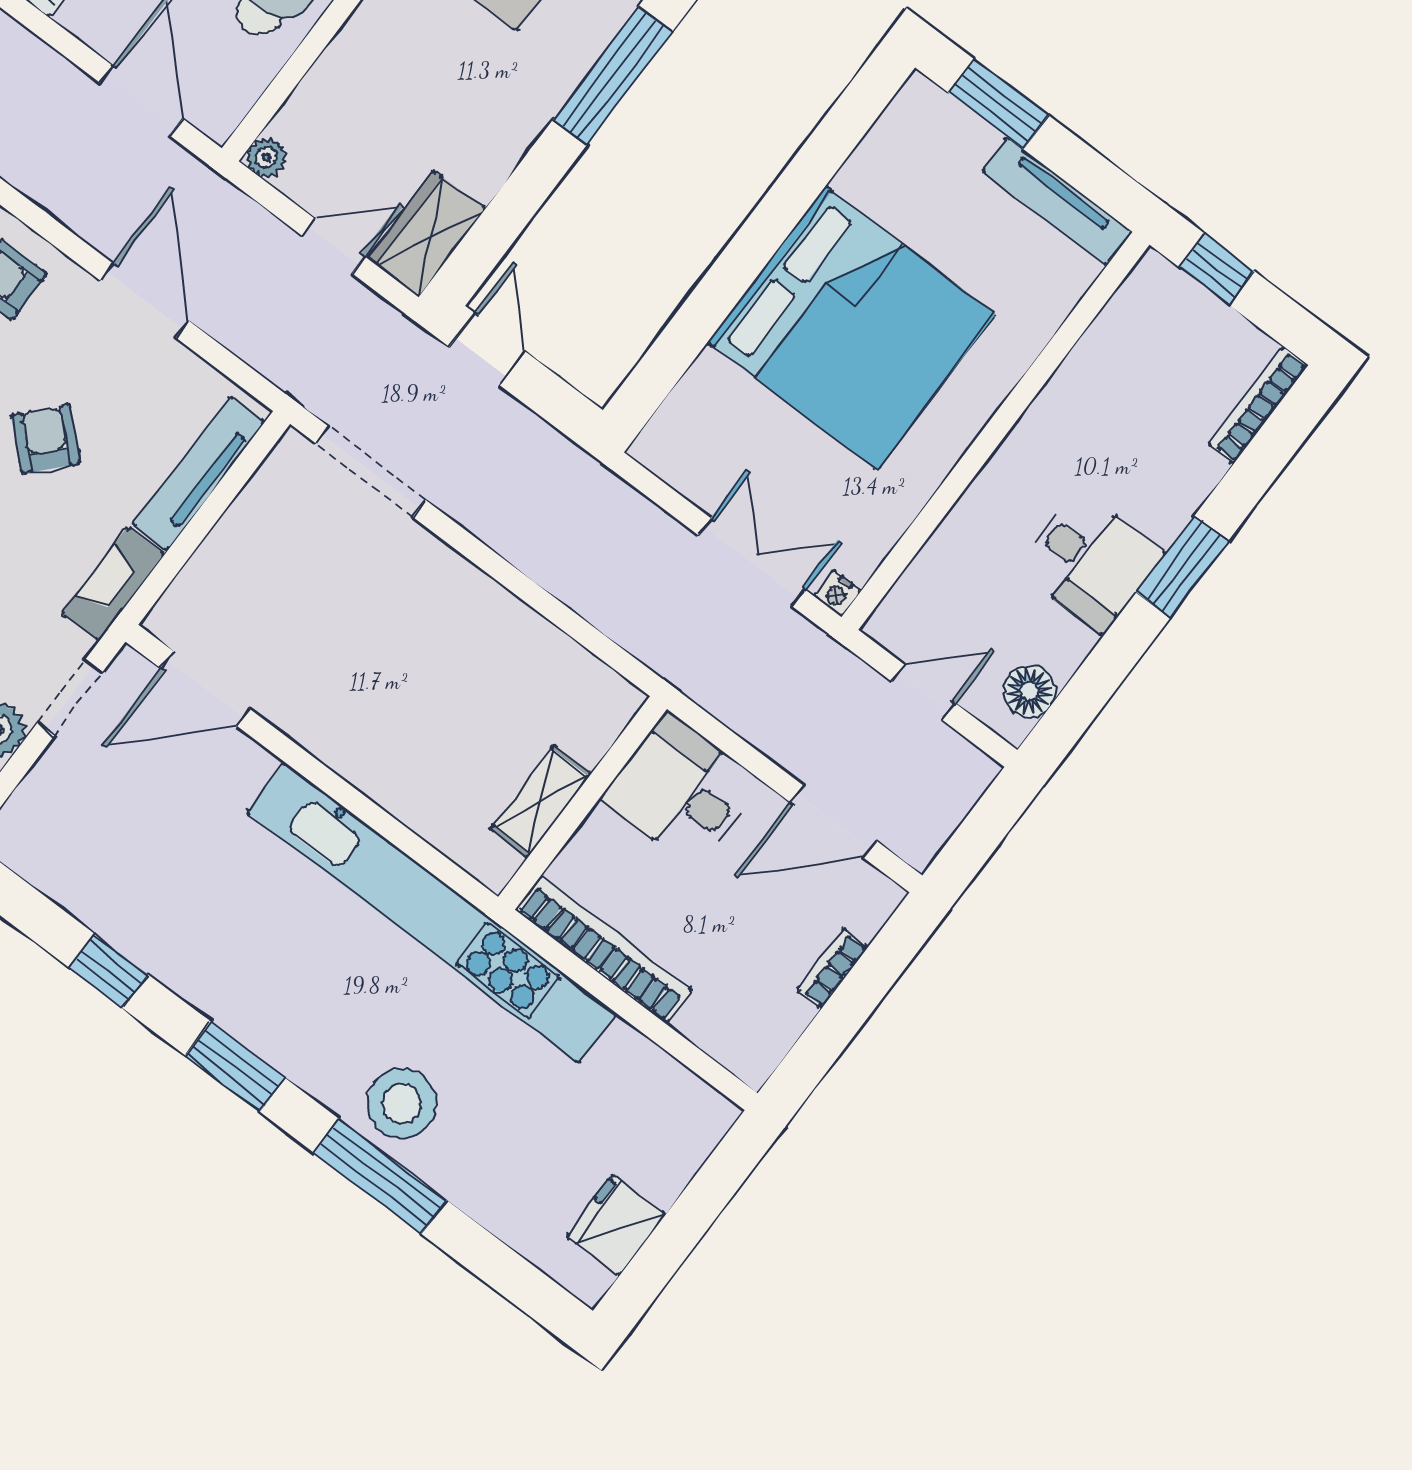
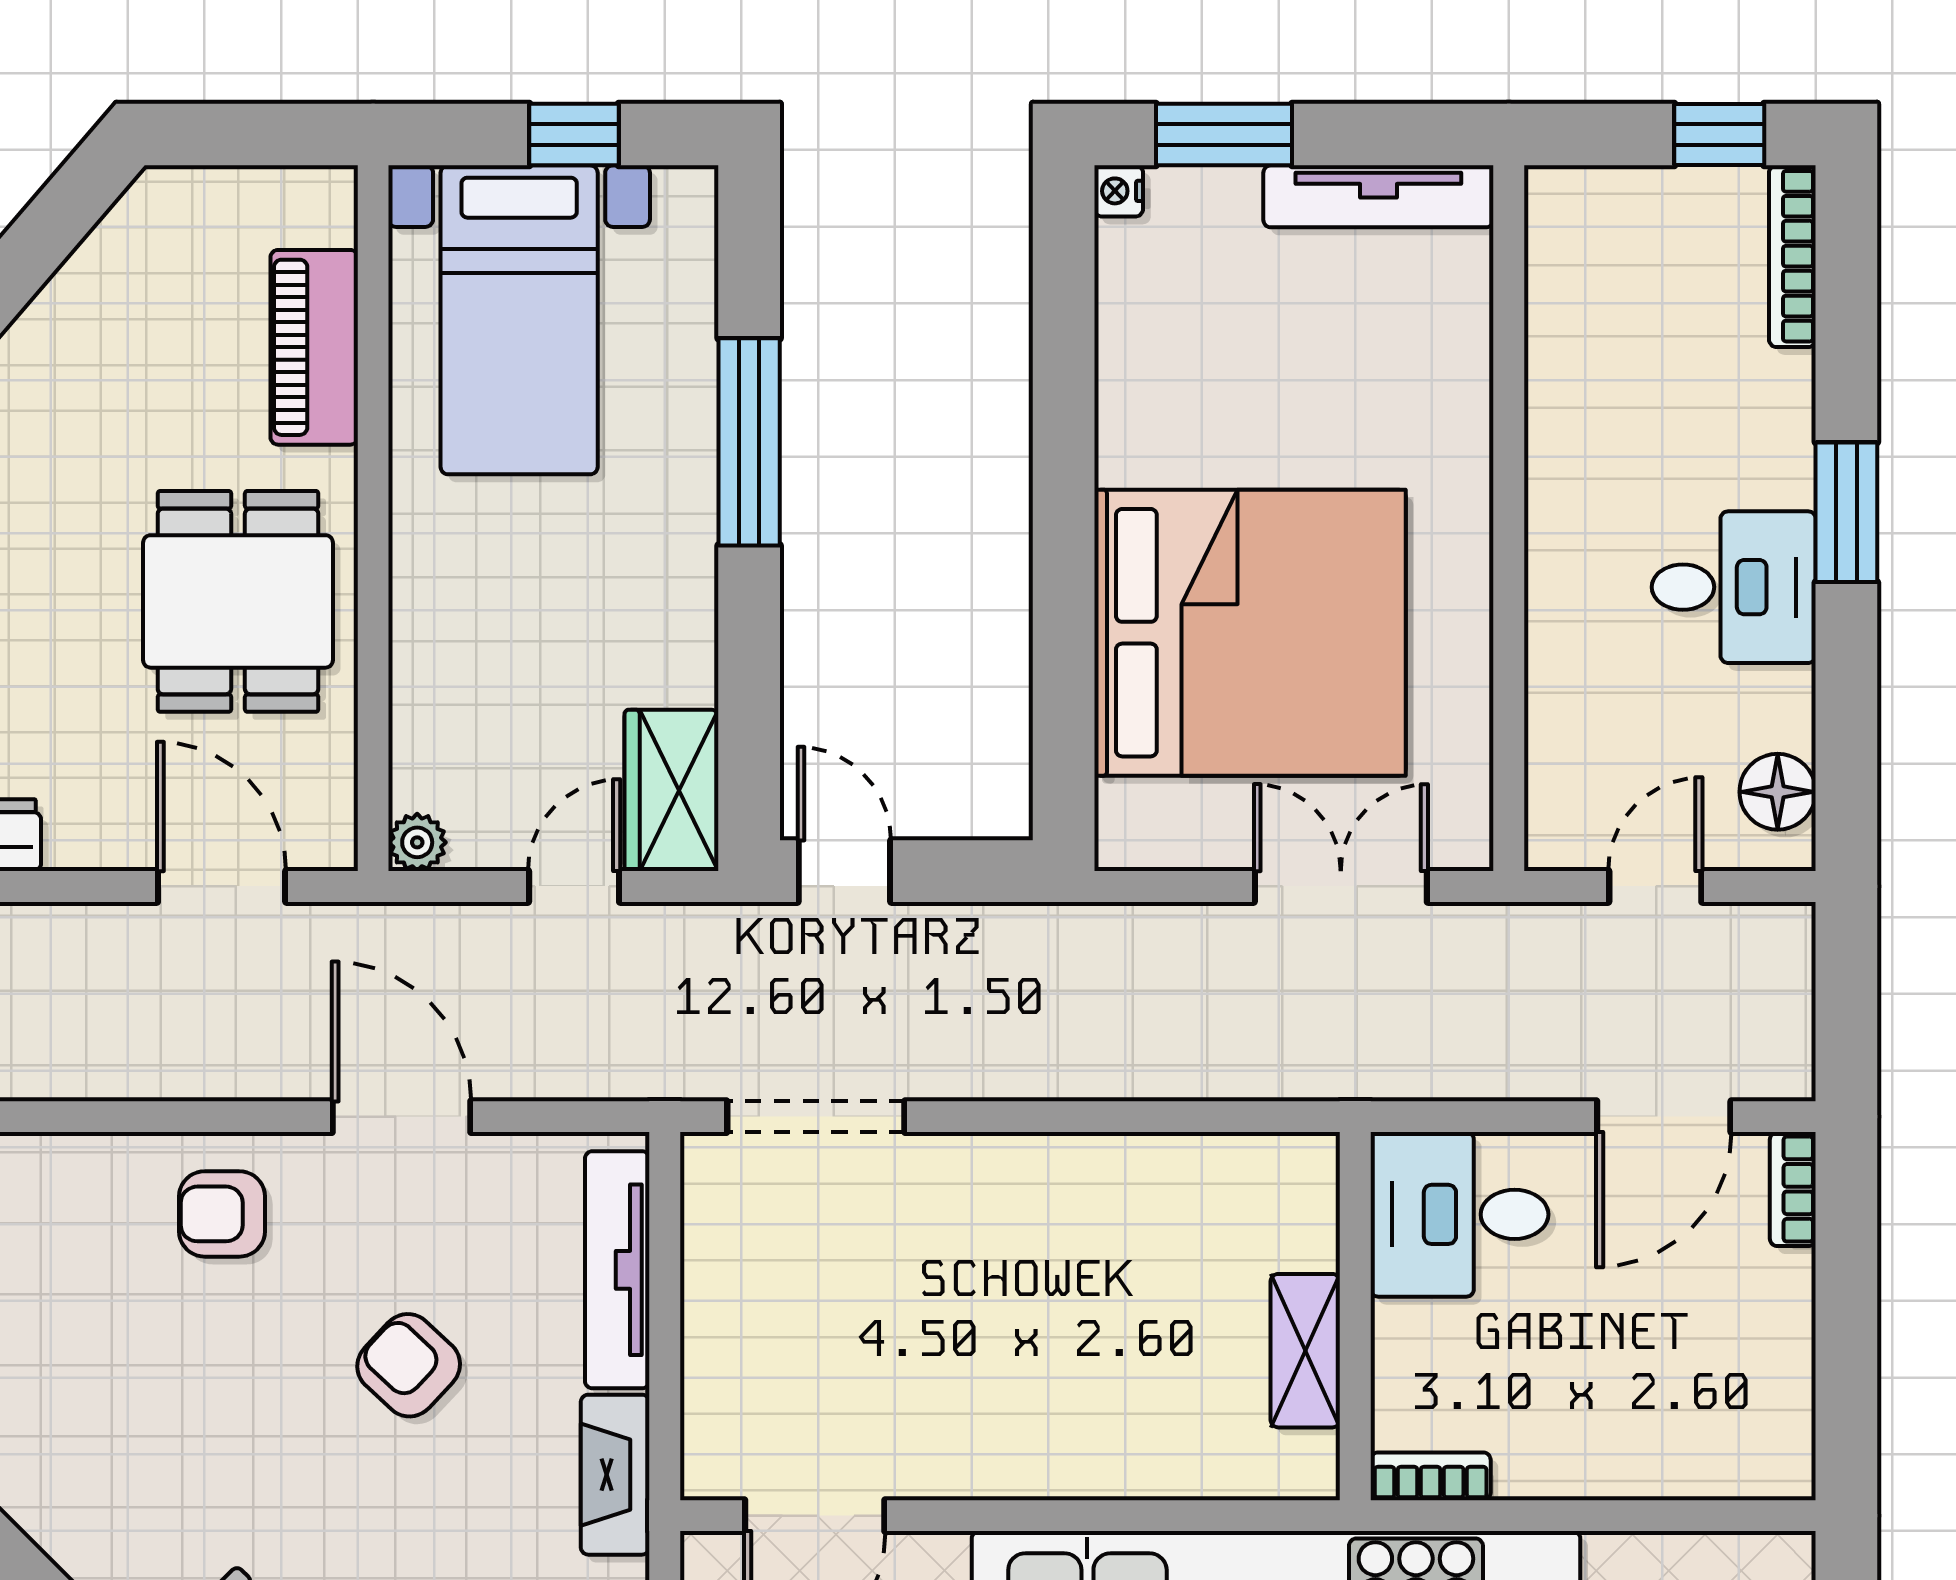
window: (1217, 269) -> (1719, 135), moved
bed: (851, 328) -> (1250, 633), moved
nightstand: (837, 593) -> (1119, 191), moved, turned 90
bookcase: (604, 950) -> (1431, 1476), width x0.43, depth x0.76
bookcase: (832, 969) -> (1793, 1189), moved

